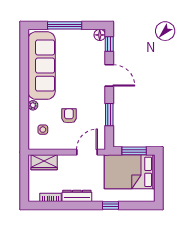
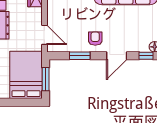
armchair: (69, 116) -> (95, 39), moved, turned -90

